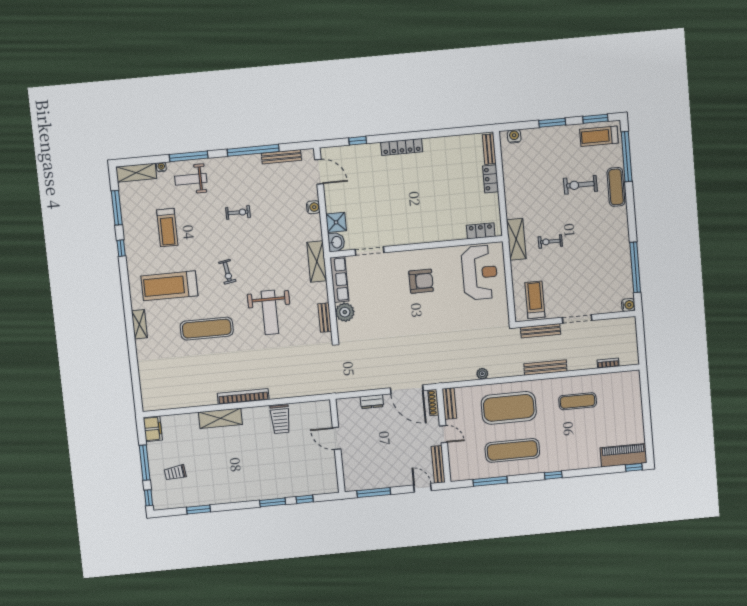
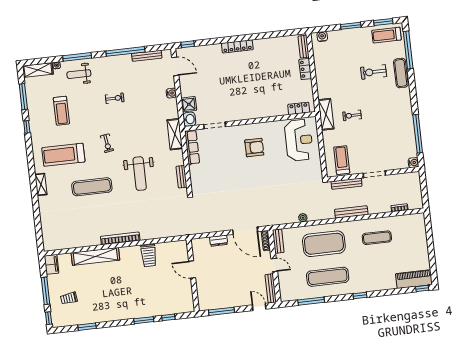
window: (358, 141) -> (188, 44), moved
plant: (345, 312) -> (197, 172), removed
shelving: (220, 418) -> (95, 256), width x1.47

